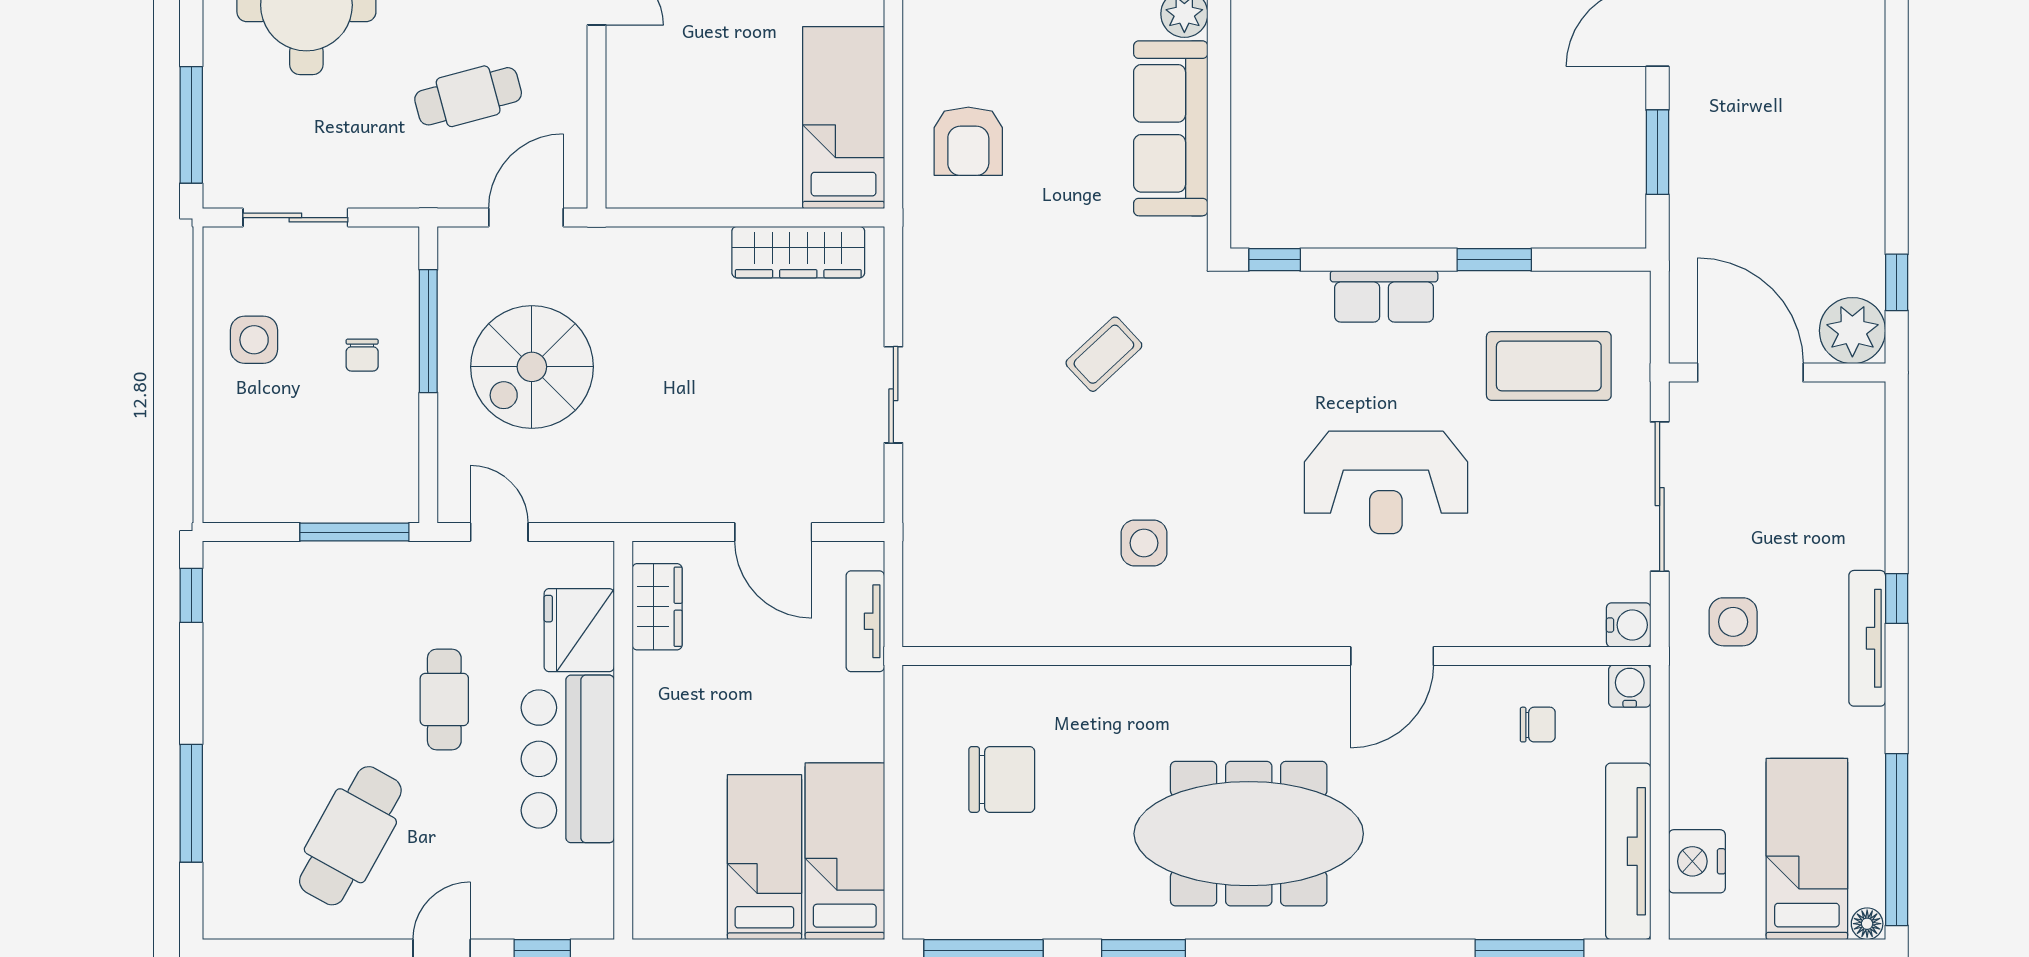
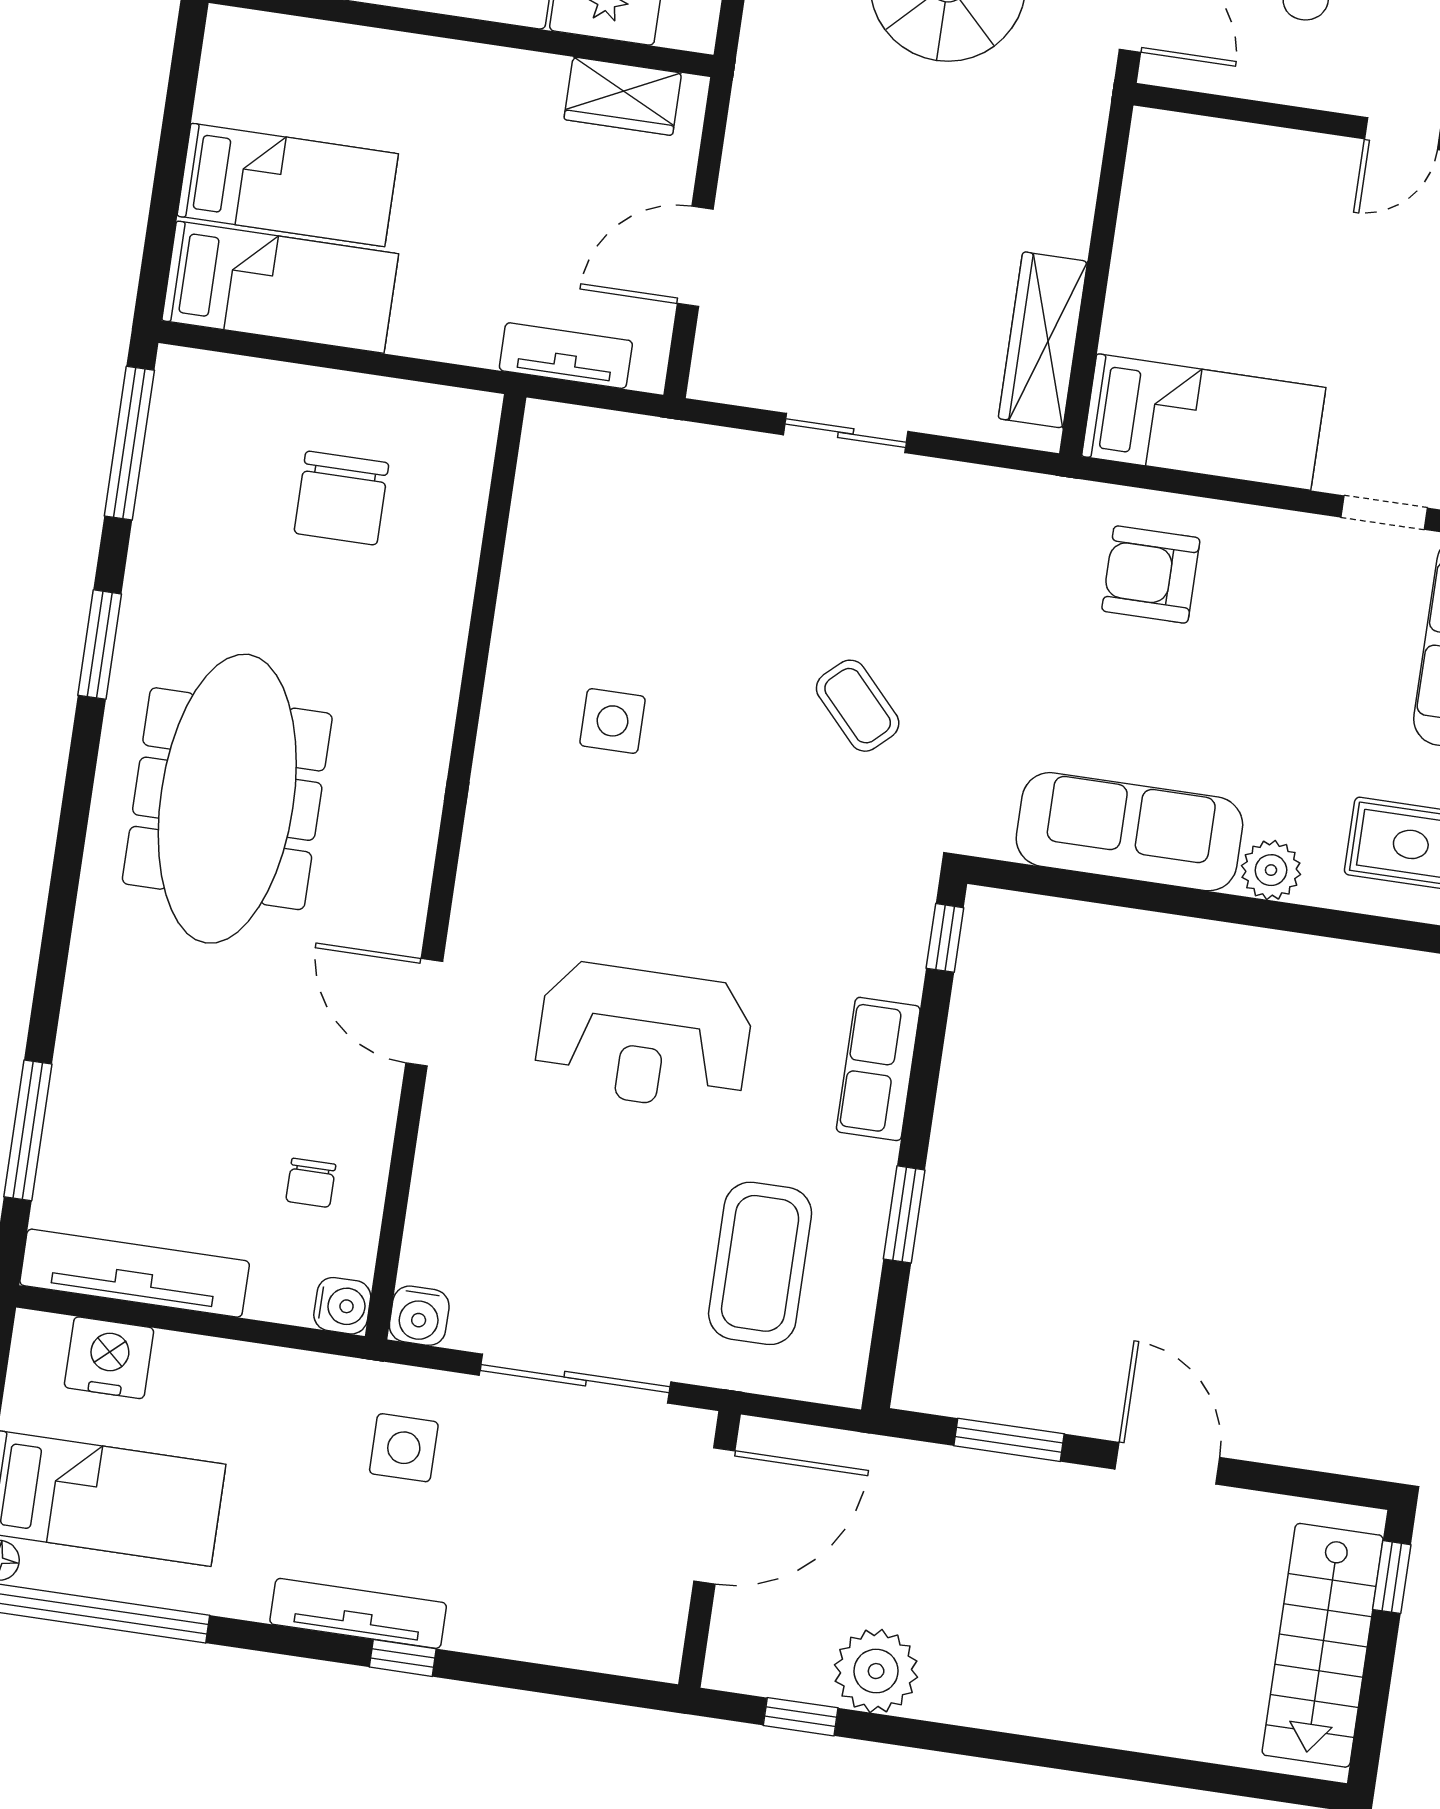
plant: (1852, 331) -> (876, 1671), moved
reception desk: (1386, 482) -> (644, 1037), turned -90

